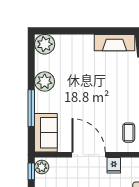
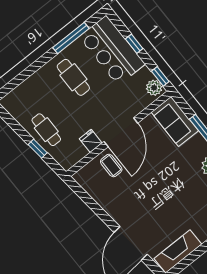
coffee table: (129, 133) -> (111, 166), moved
door: (89, 155) -> (121, 132), hinge flipped

